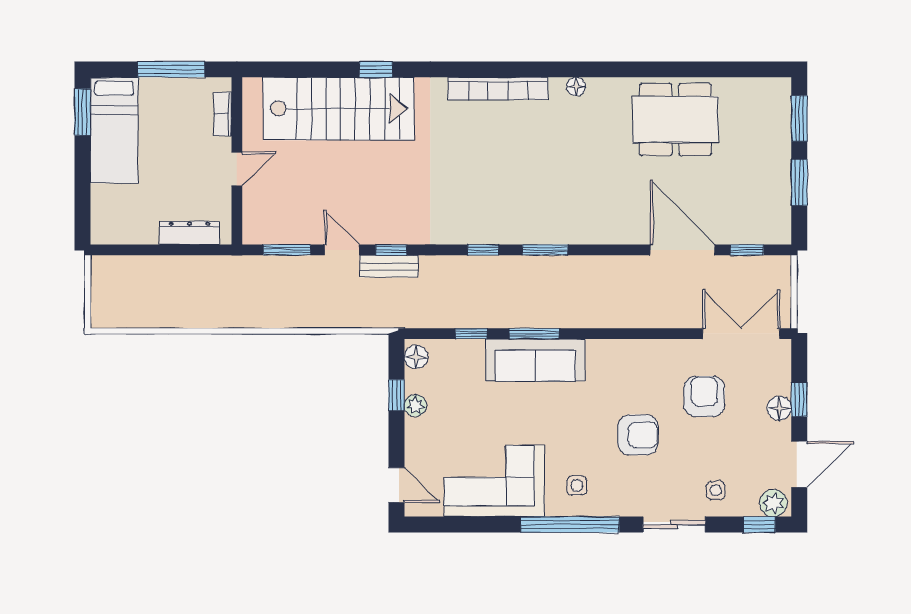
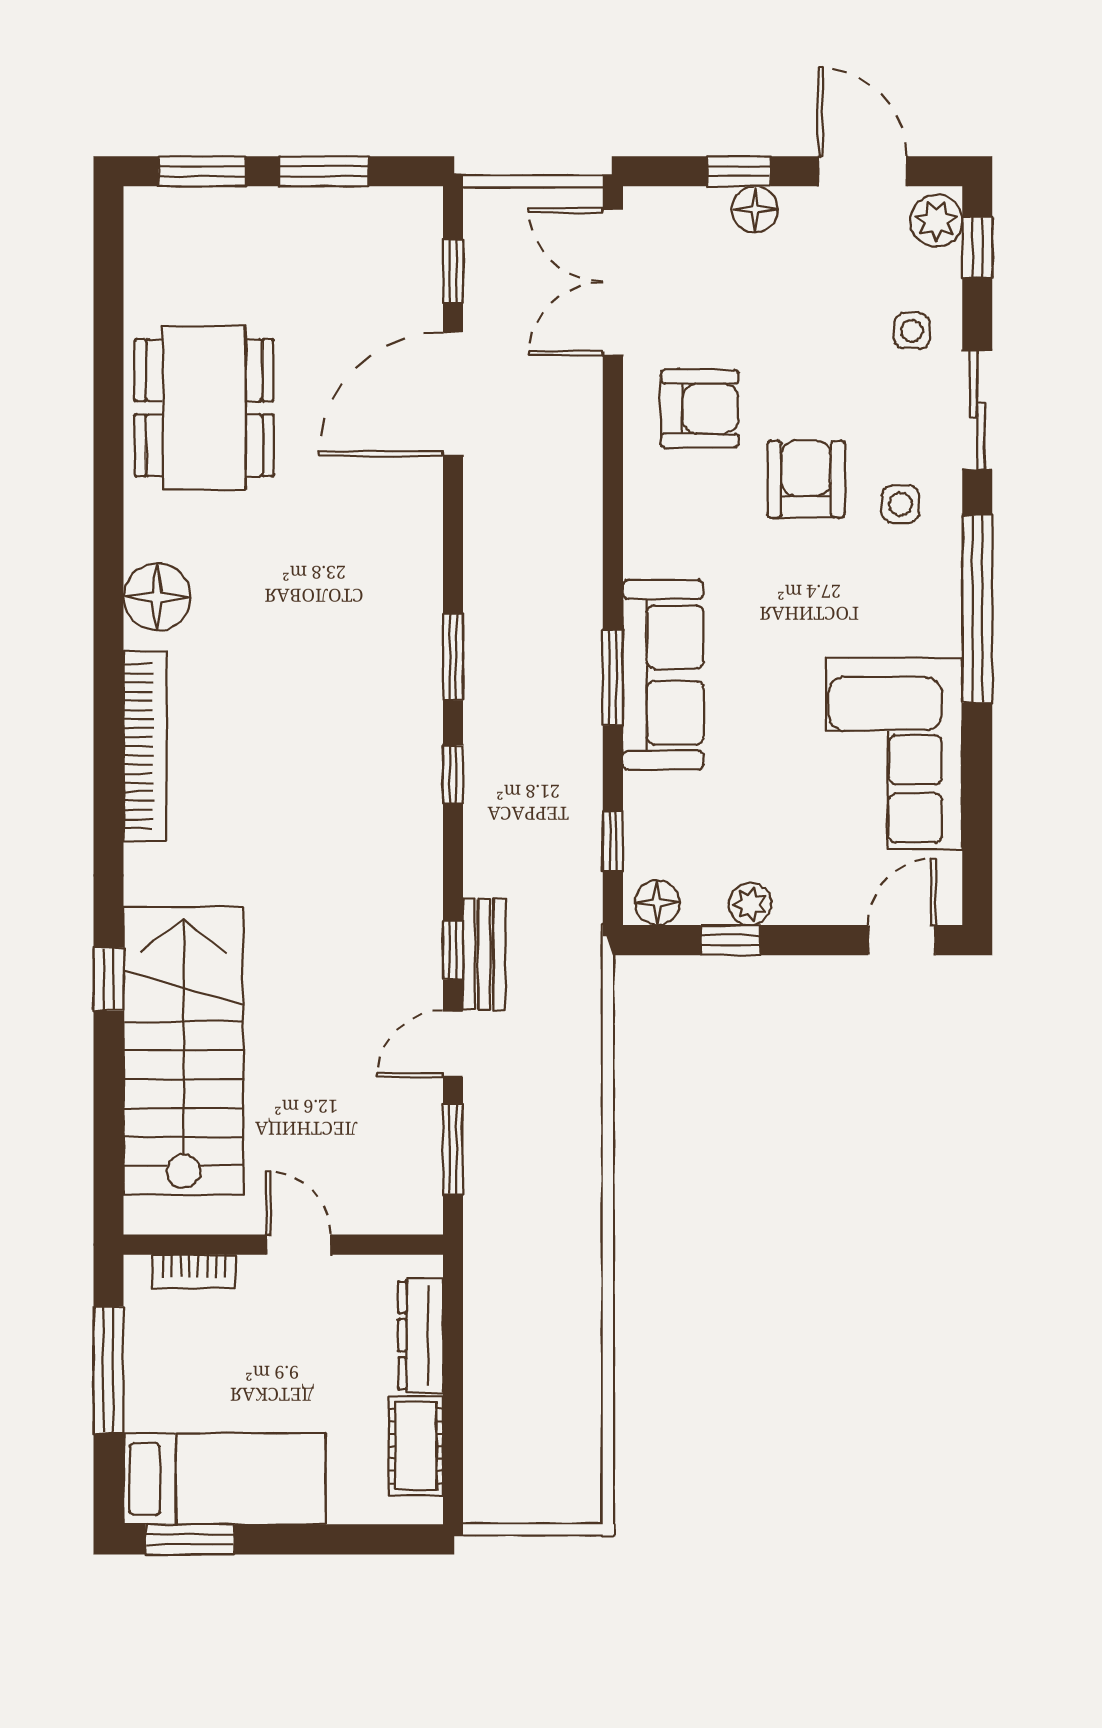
floor lamp: (576, 87) -> (157, 597), width x1.89, depth x1.89
cot: (131, 230) -> (416, 1446), added
window: (471, 334) -> (613, 841), moved
armchair: (704, 396) -> (700, 409), moved, turned 180
side table: (577, 486) -> (900, 504), moved

